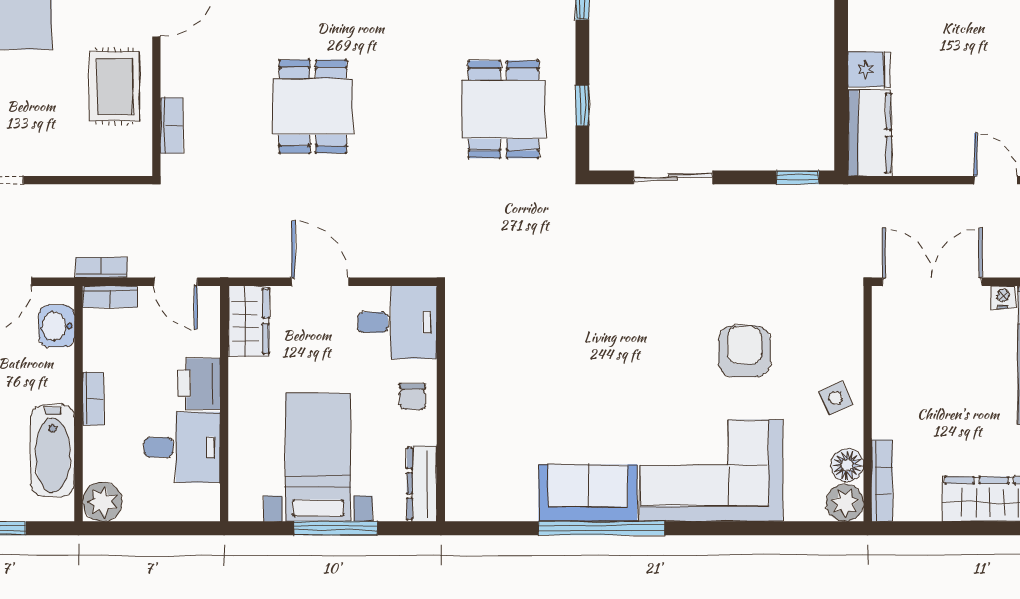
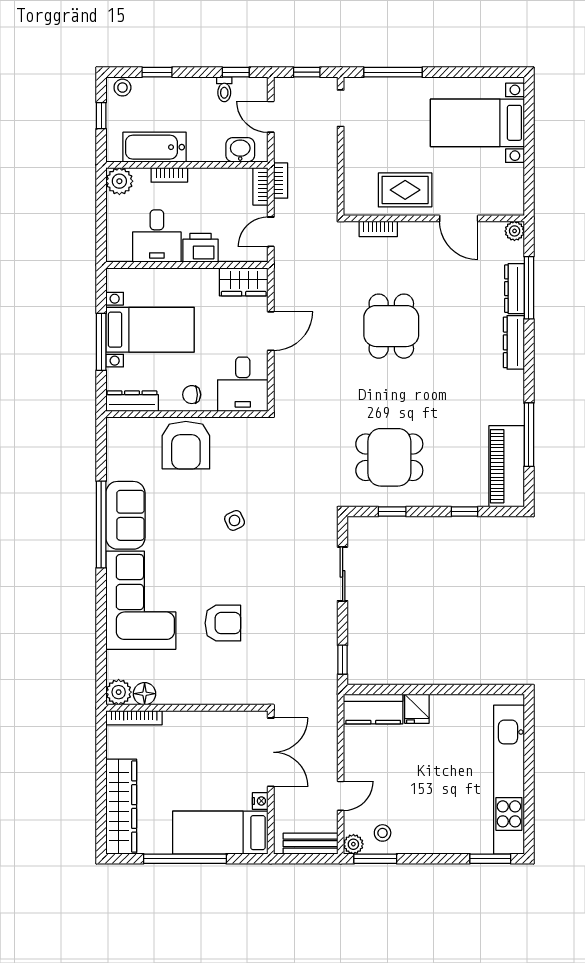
dining table: (313, 107) -> (391, 326), turned 90
side table: (836, 398) -> (235, 520), moved
bookcase: (93, 399) -> (169, 175), moved
armchair: (486, 405) -> (186, 445), added

